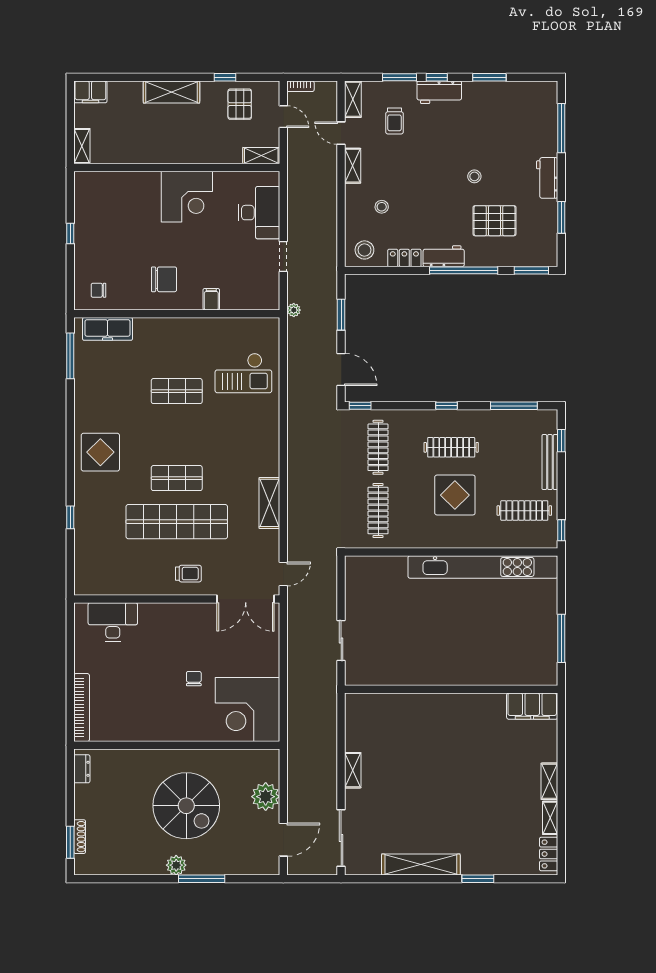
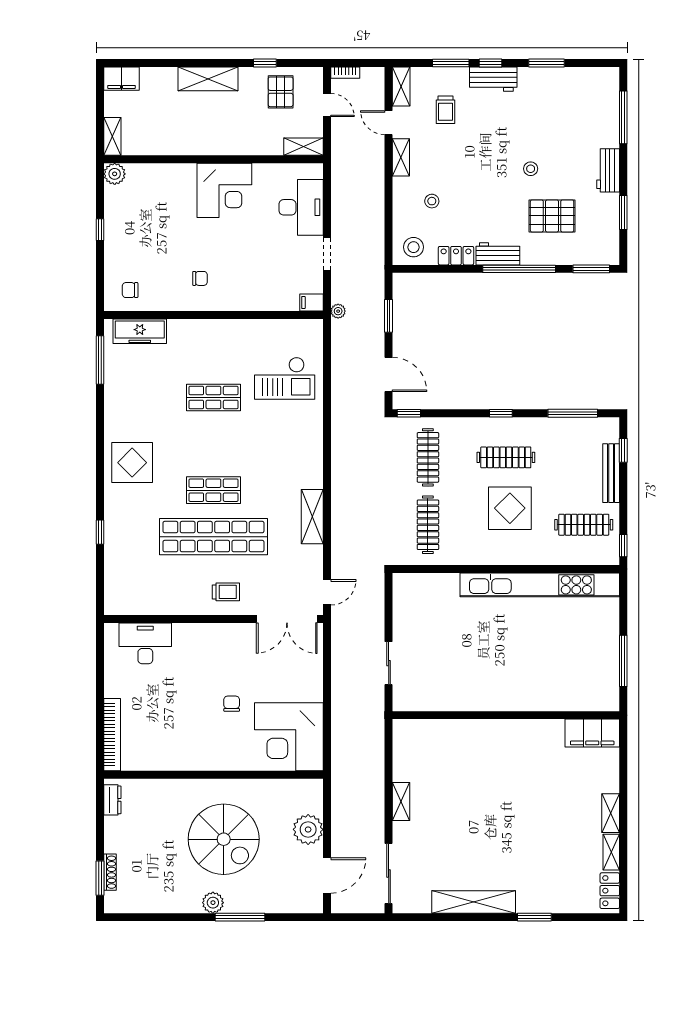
plant: (84, 181) -> (115, 174), added
chair: (164, 279) -> (200, 278), width x0.54, depth x0.54
filing cabinet: (211, 299) -> (312, 302), moved, turned -90

